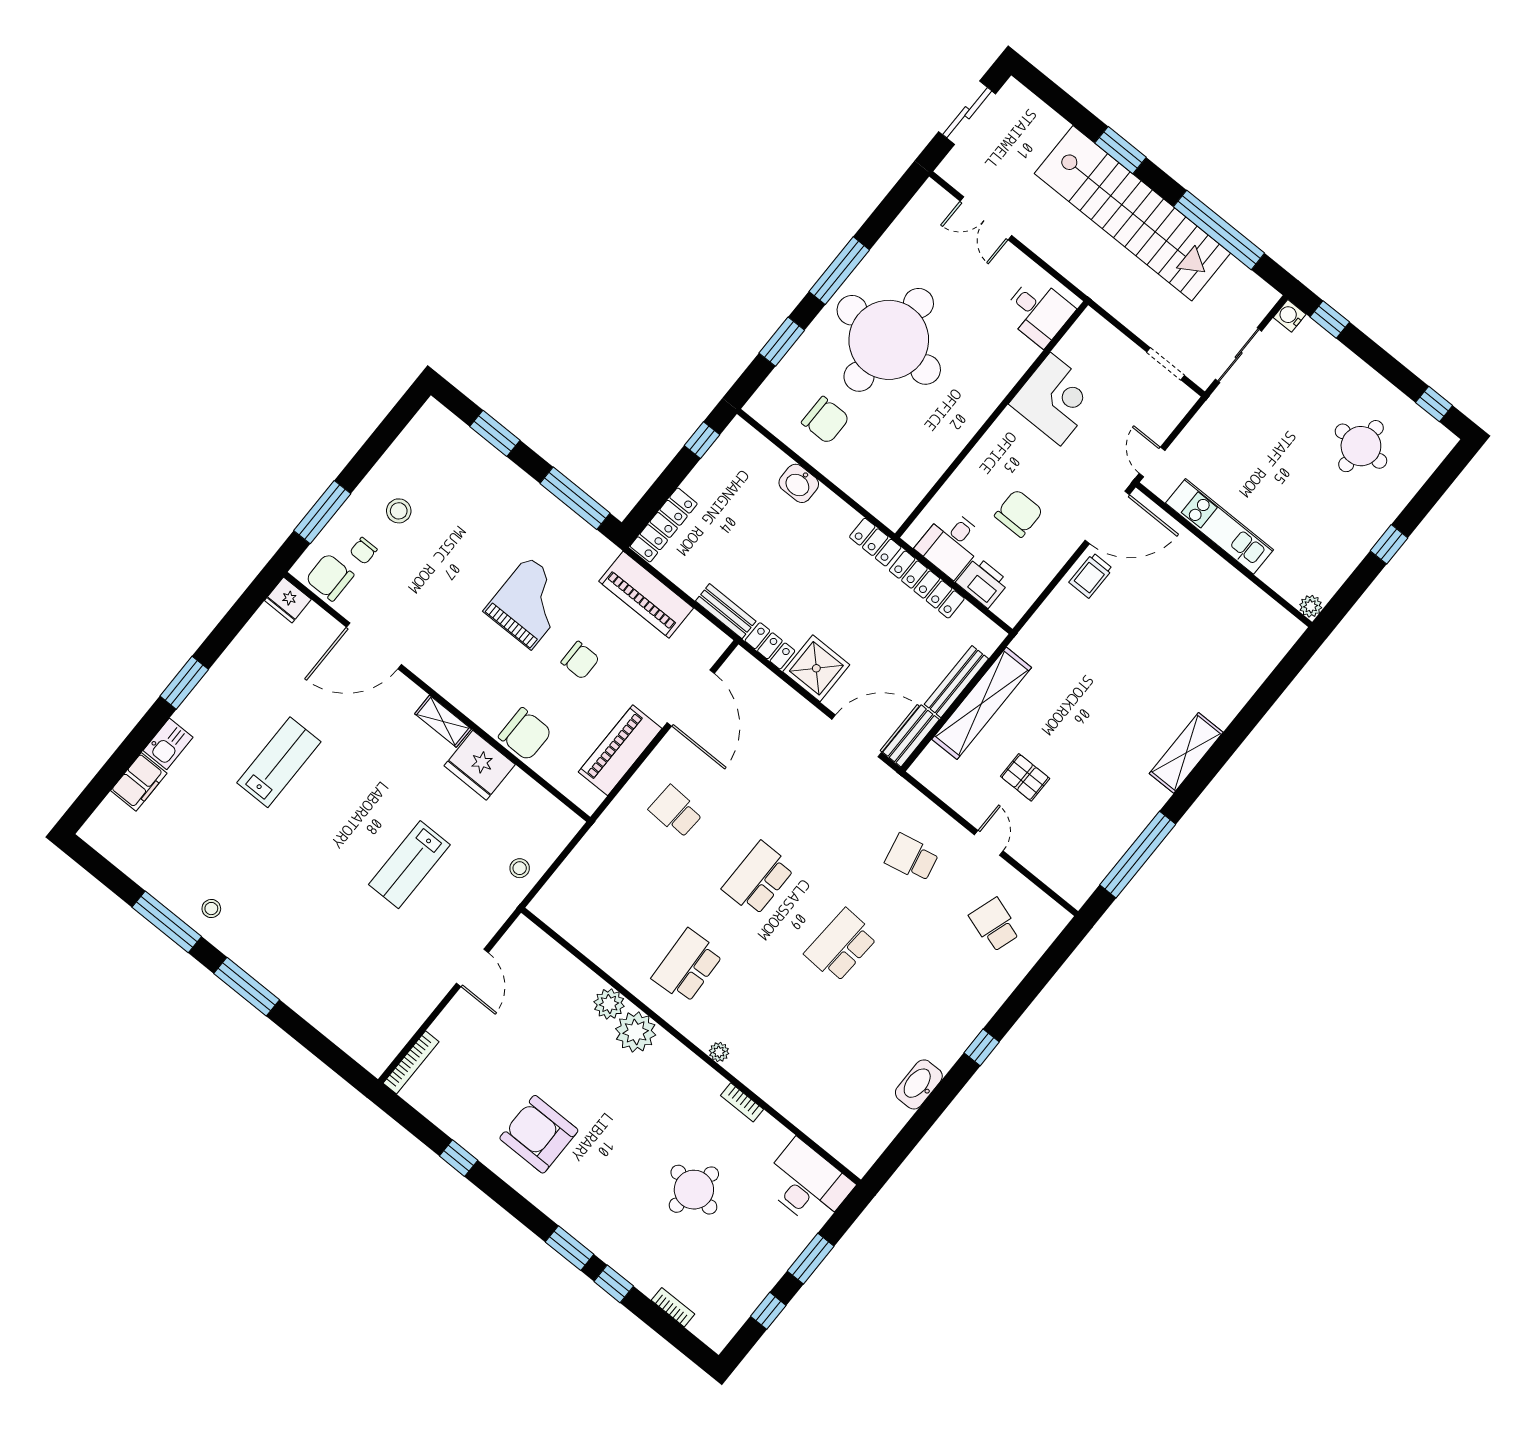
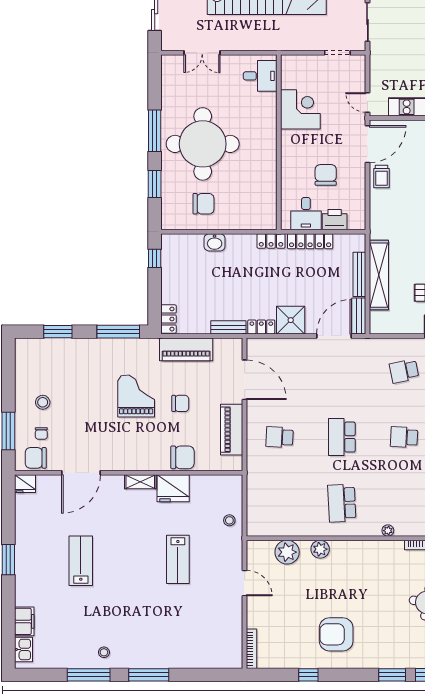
locker: (664, 525) -> (168, 319), width x0.66
kitchen sink: (168, 744) -> (24, 649), moved
school desk: (841, 945) -> (404, 437), width x0.54
plant: (636, 1032) -> (287, 552), moved

